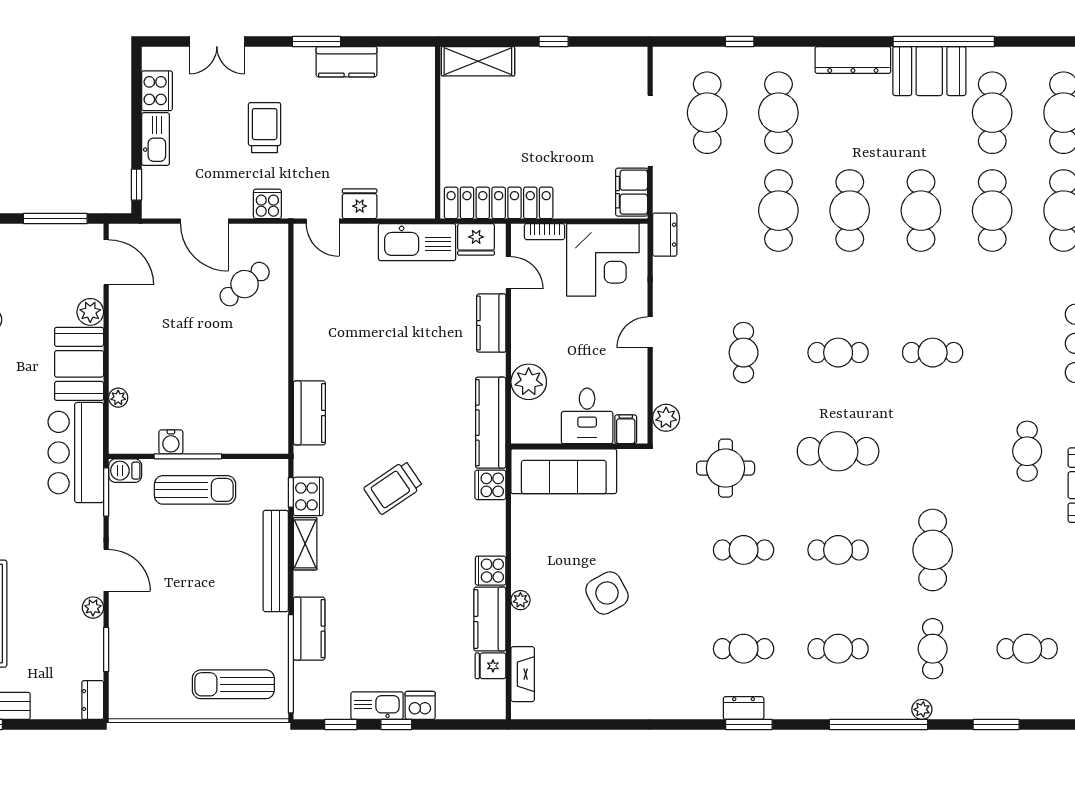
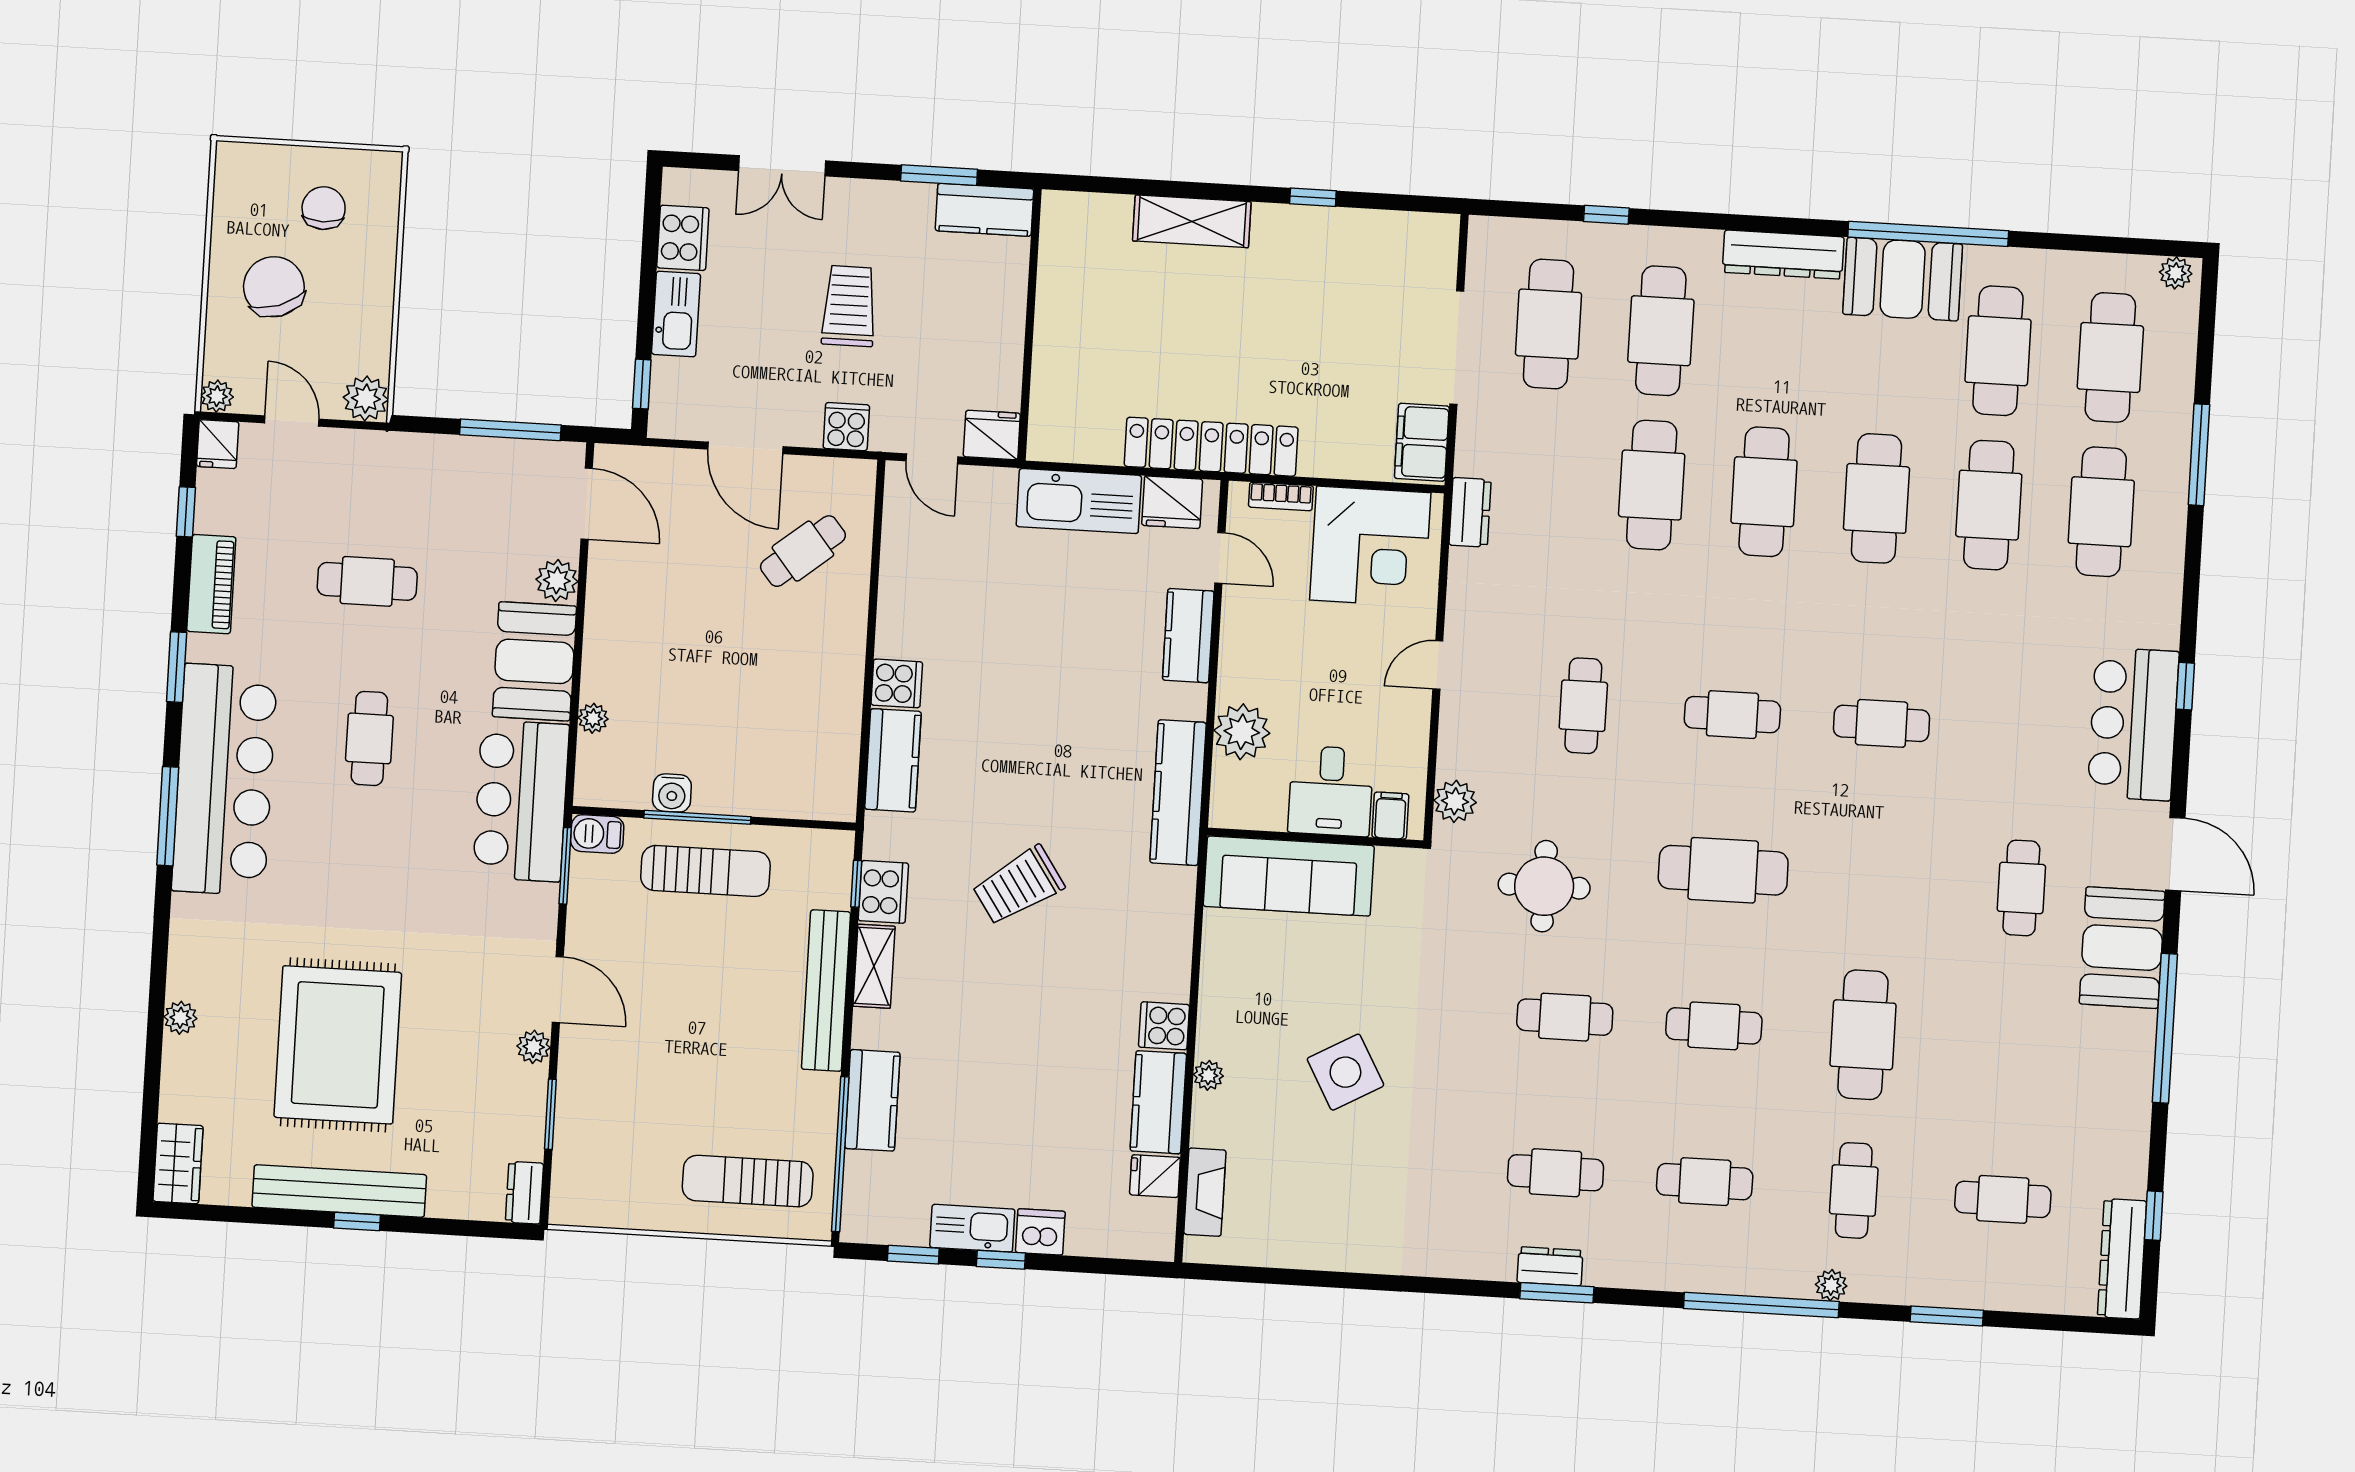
wall: (438, 133) -> (1030, 325), moved
cooker: (490, 485) -> (897, 683), moved, turned 180

